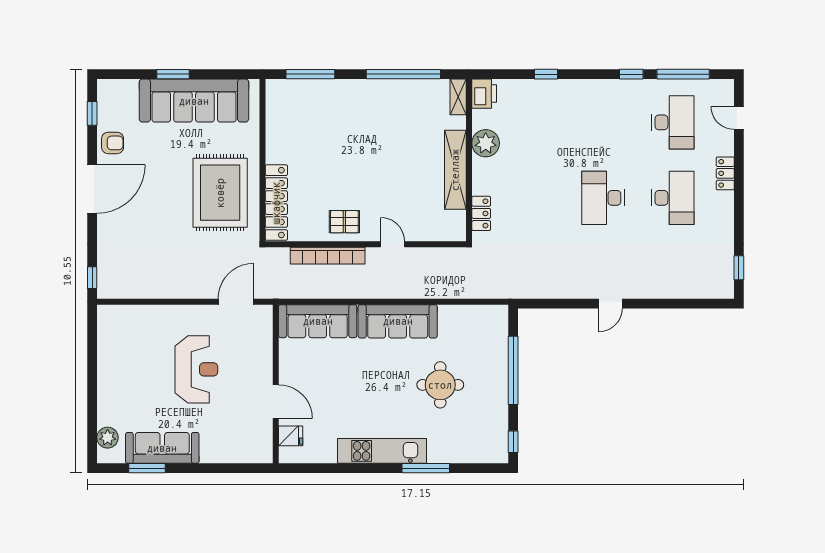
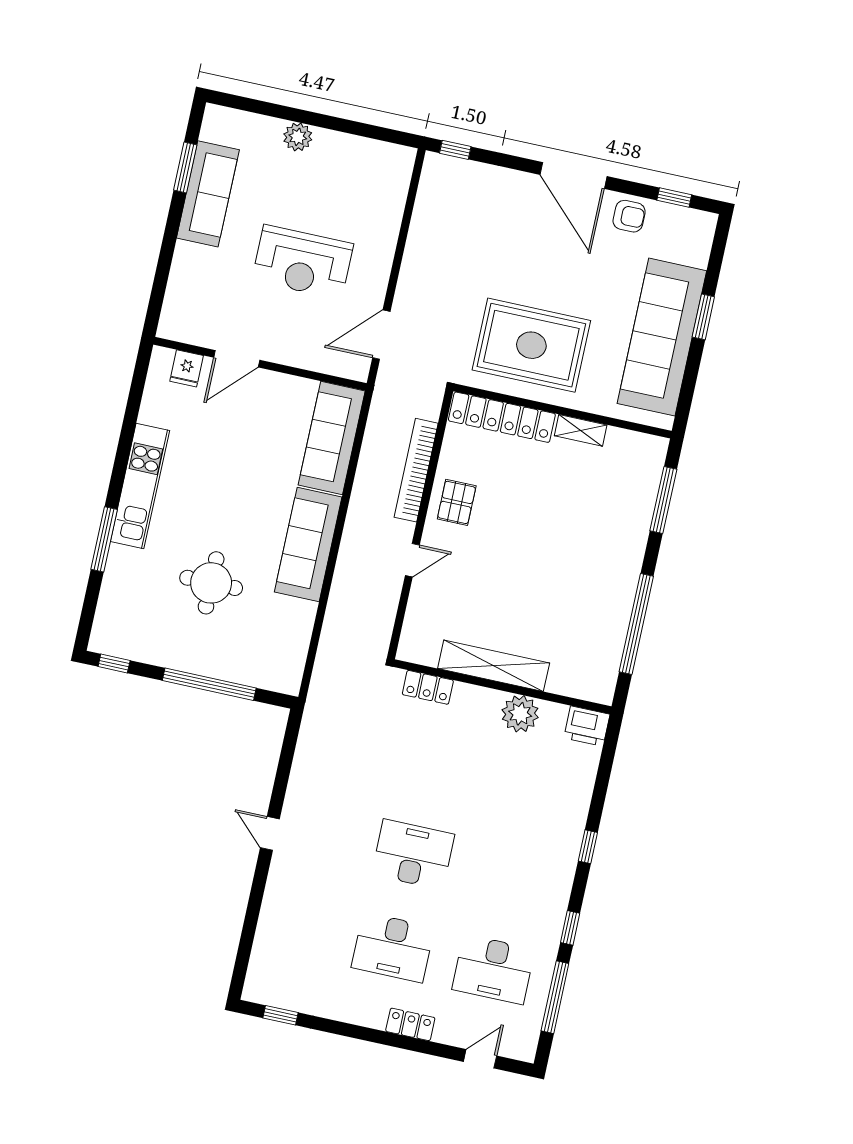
window: (546, 74) -> (588, 847), moved
shelving: (458, 97) -> (581, 430), moved
armchair: (113, 143) -> (629, 216), turned -90
door: (236, 302) -> (381, 335), swing flipped
plant: (108, 438) -> (298, 137), moved

